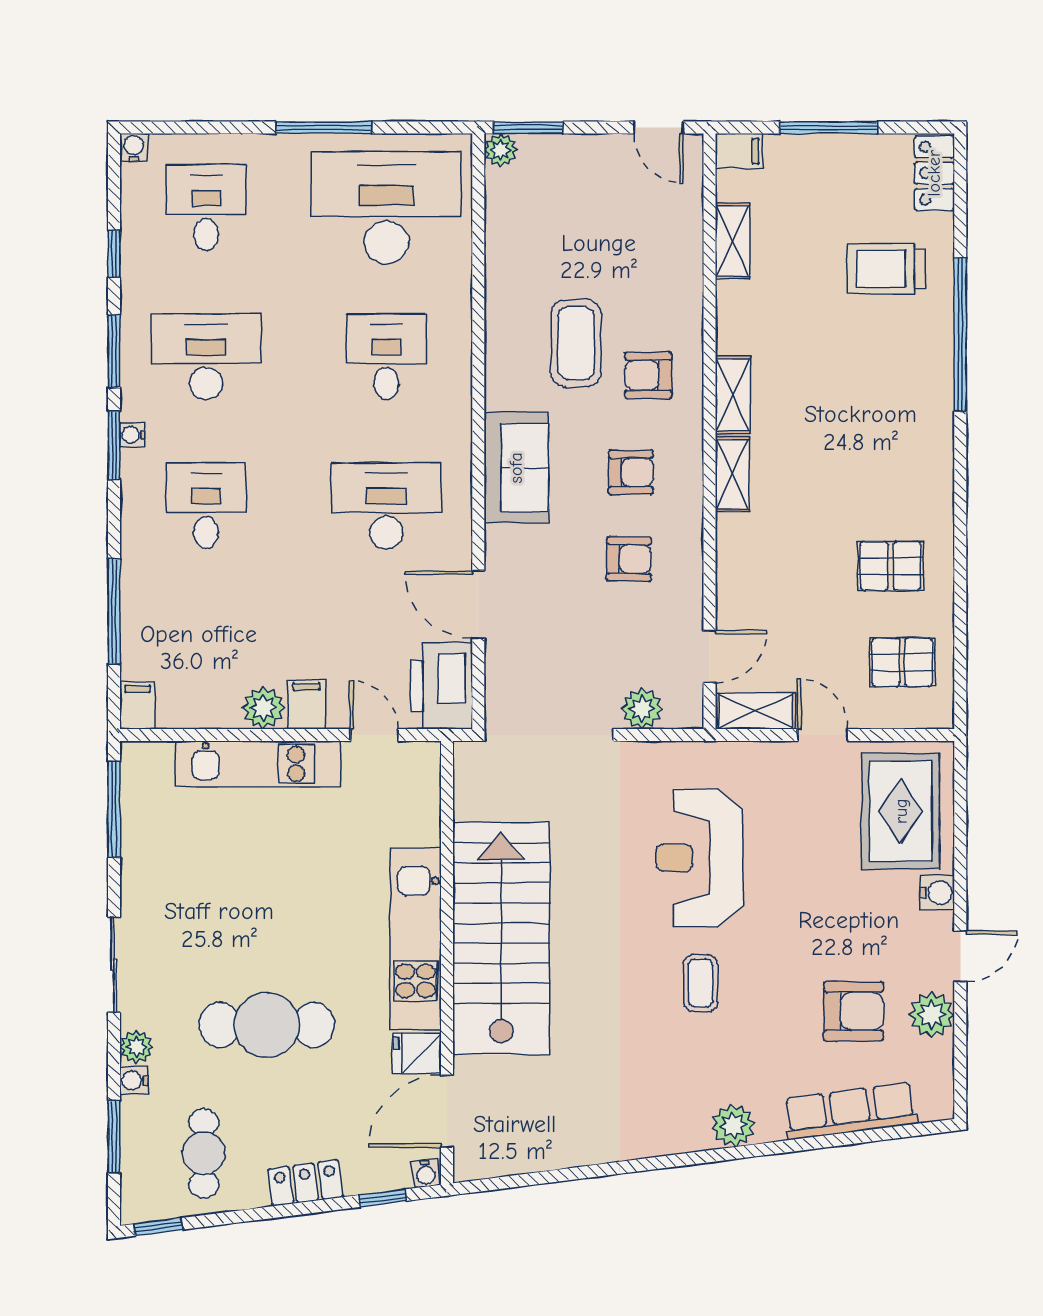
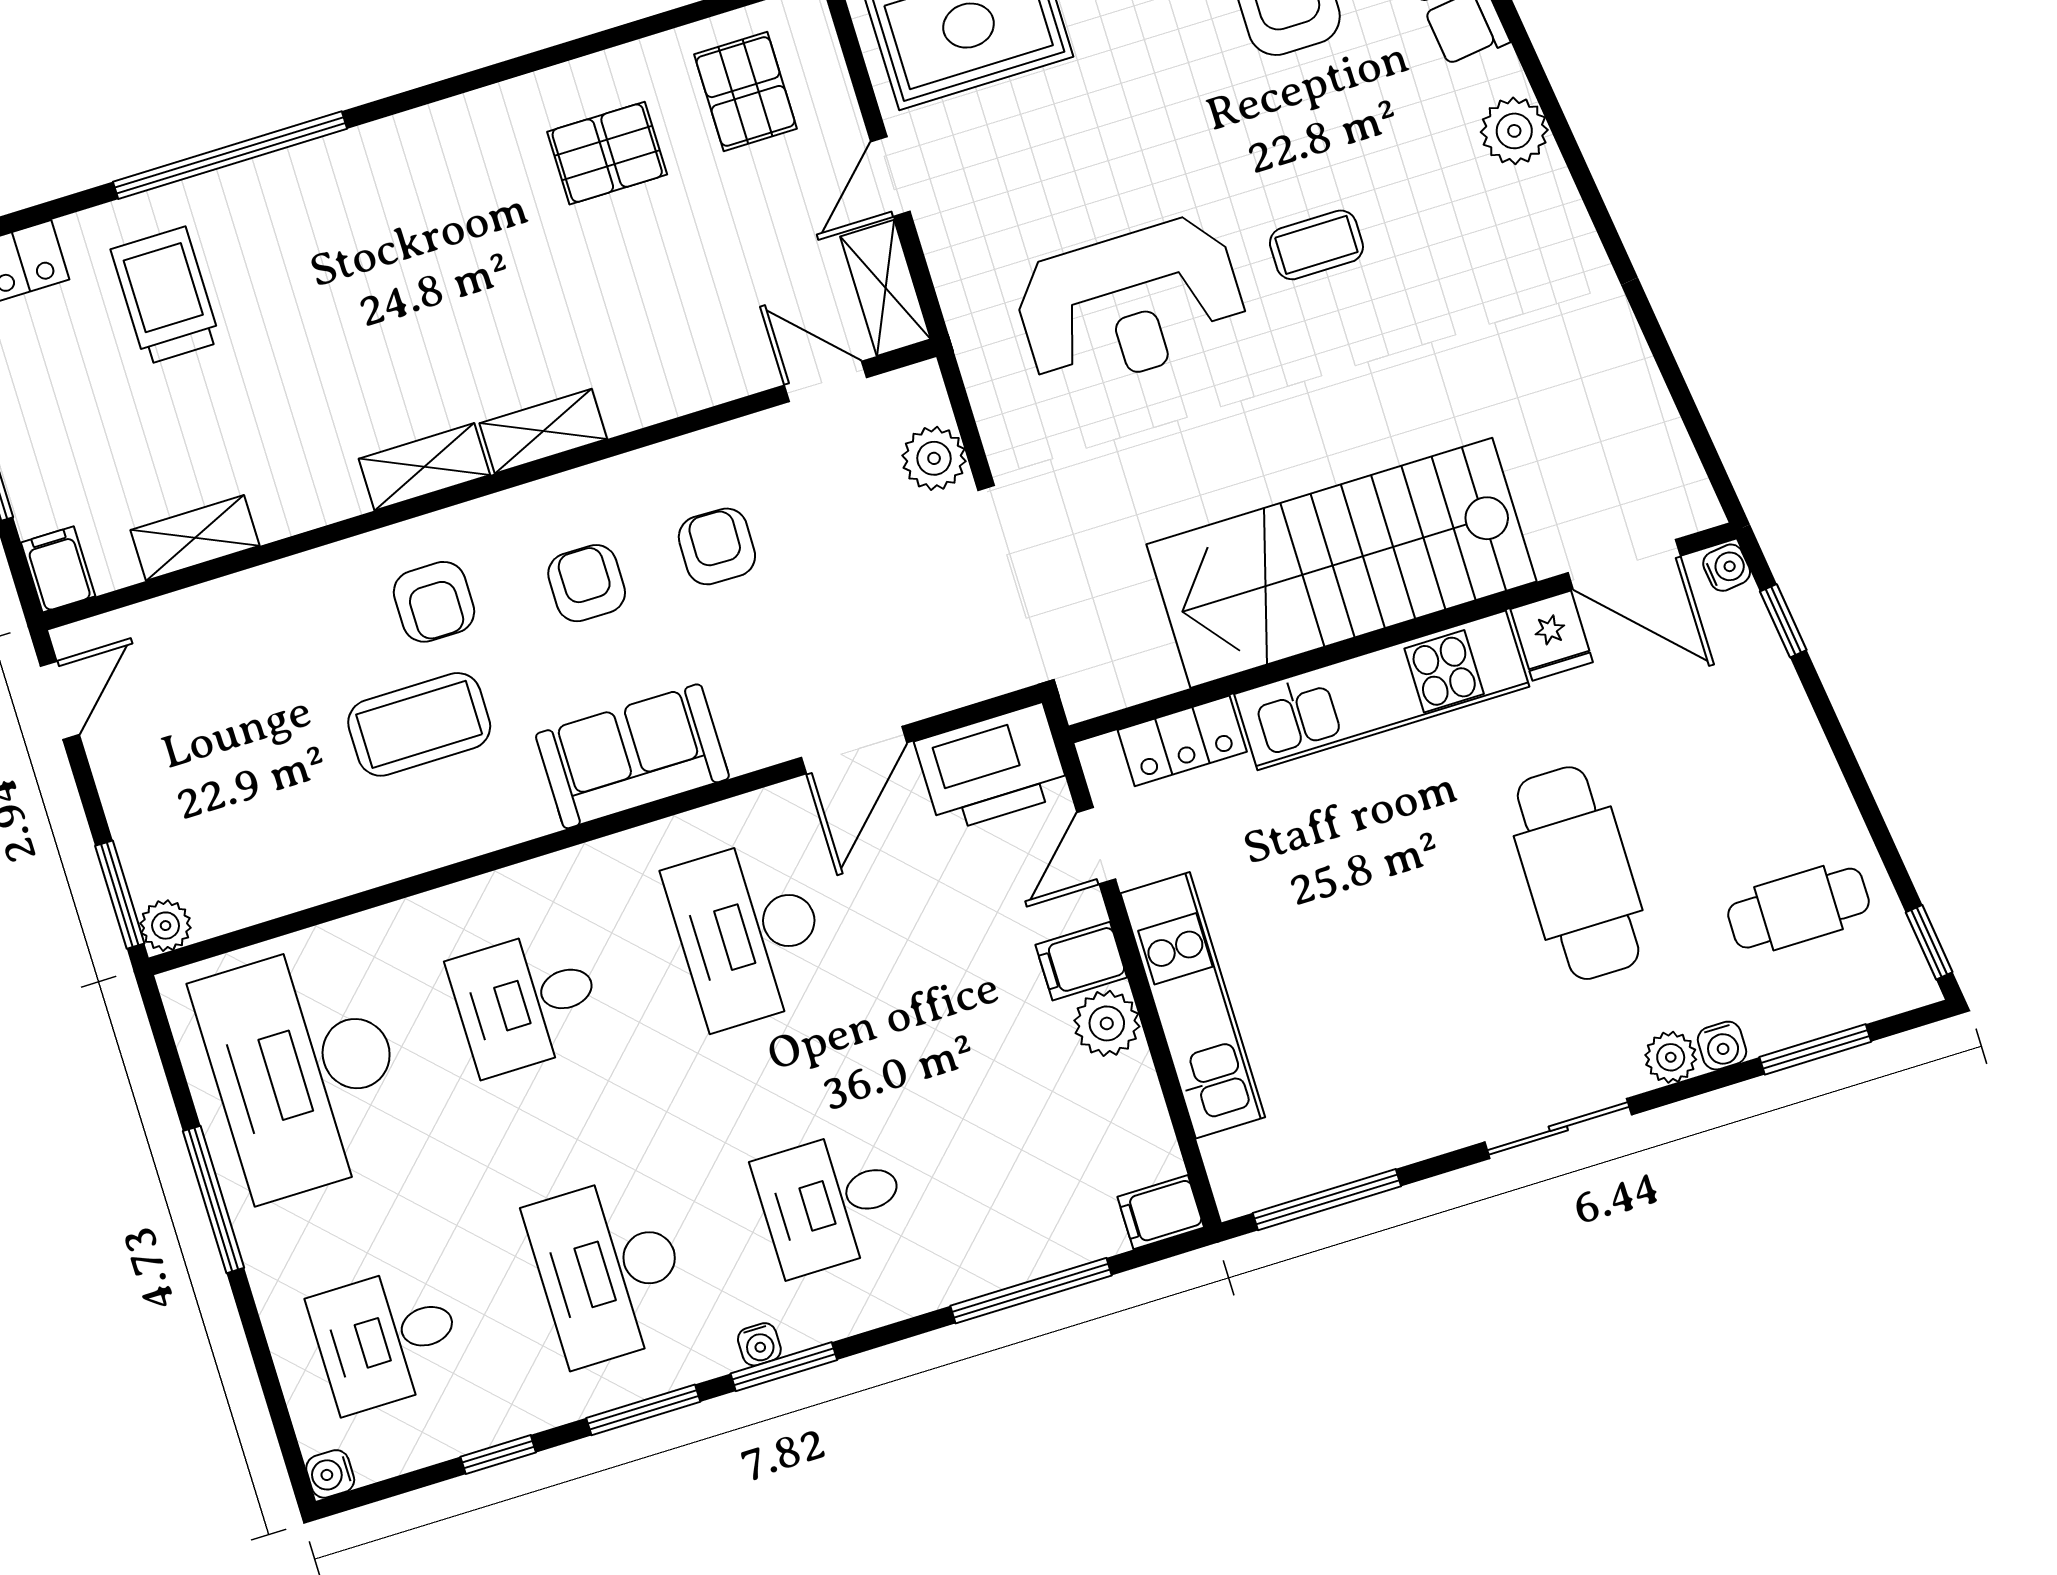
trolley: (886, 269) -> (166, 296), turned 180
pallet: (890, 566) -> (607, 153), turned 90
locker: (306, 1183) -> (1182, 741), moved, turned -83

